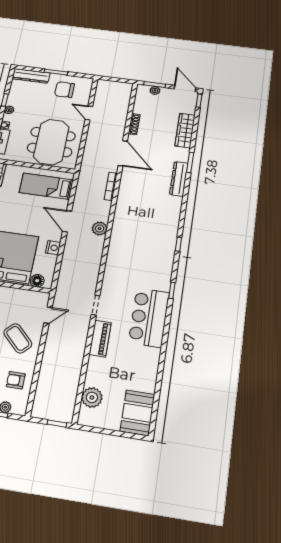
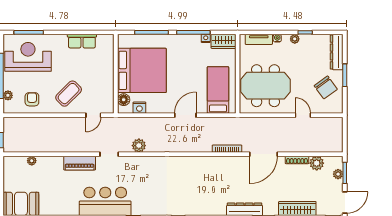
chair: (65, 90) -> (326, 87), turned 144
plant: (140, 107) -> (317, 163), added
door: (89, 113) -> (303, 115), hinge flipped
plant: (100, 229) -> (139, 146), moved
nightstand: (53, 248) -> (139, 108), moved
door: (48, 315) -> (93, 115), hinge flipped
plant: (92, 397) -> (32, 161), width x0.53, depth x0.53

